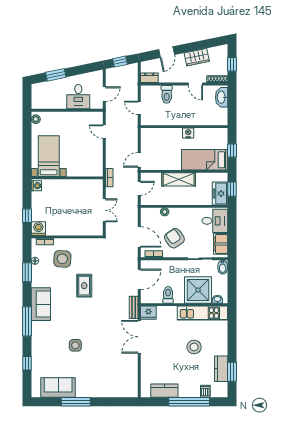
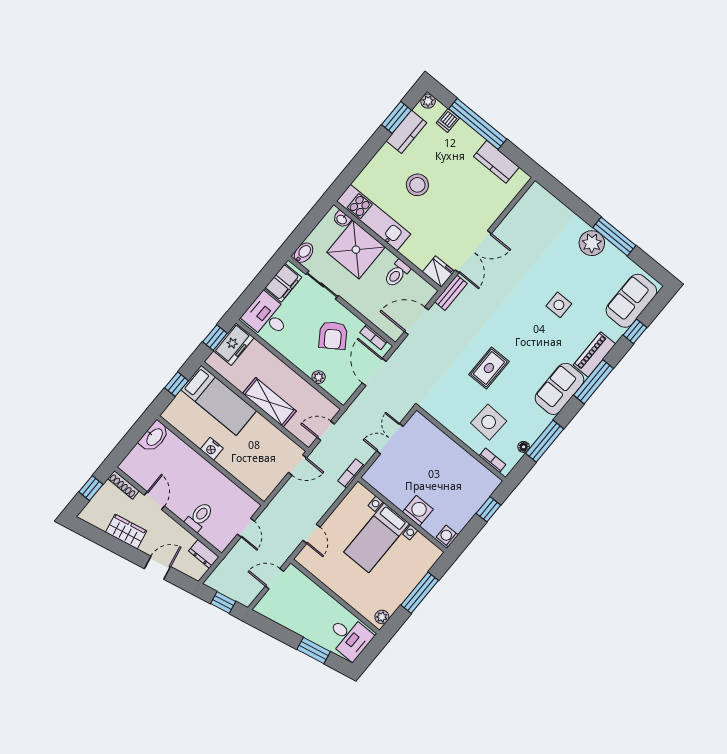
desk: (78, 97) -> (349, 637), moved, turned 90
washbasin: (222, 97) -> (154, 437), moved
window: (27, 146) -> (420, 593), added
bed with nightstands: (49, 156) -> (377, 538), moved
washing machine: (38, 229) -> (418, 511), moved, turned 180
window: (27, 272) -> (545, 441), width x1.44
piano: (38, 335) -> (595, 355), added
sofa: (58, 387) -> (631, 301), moved, turned 90
plant: (84, 389) -> (592, 243), added
plant: (223, 393) -> (428, 101), added

